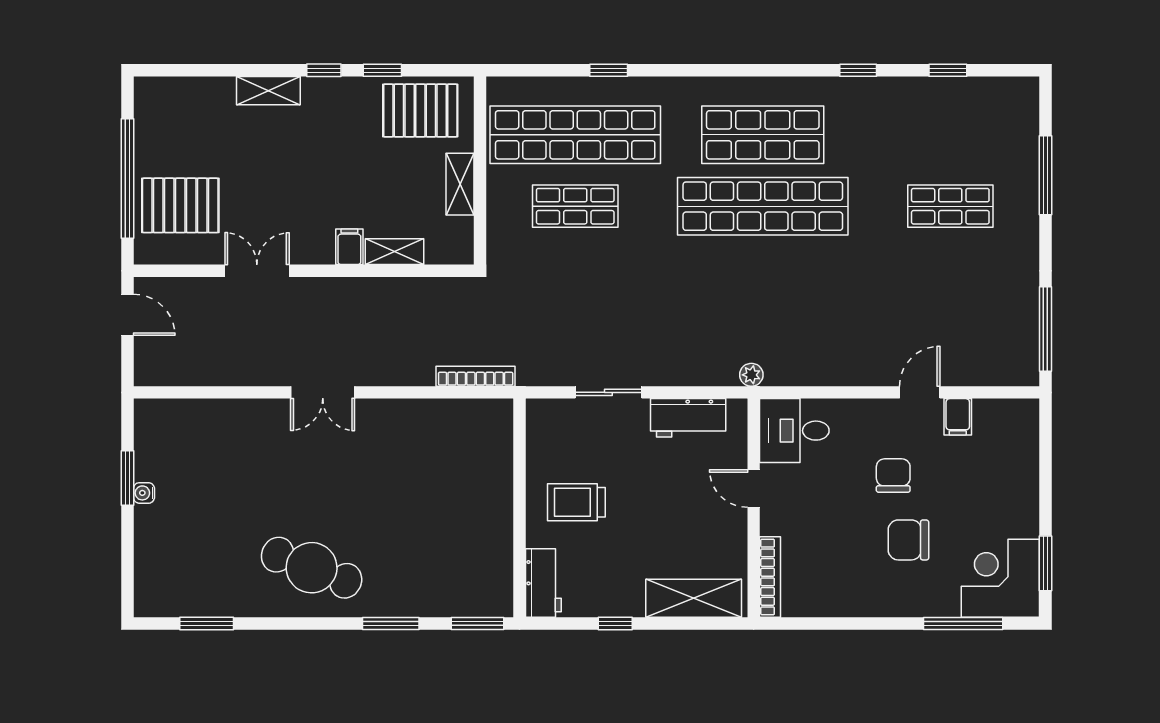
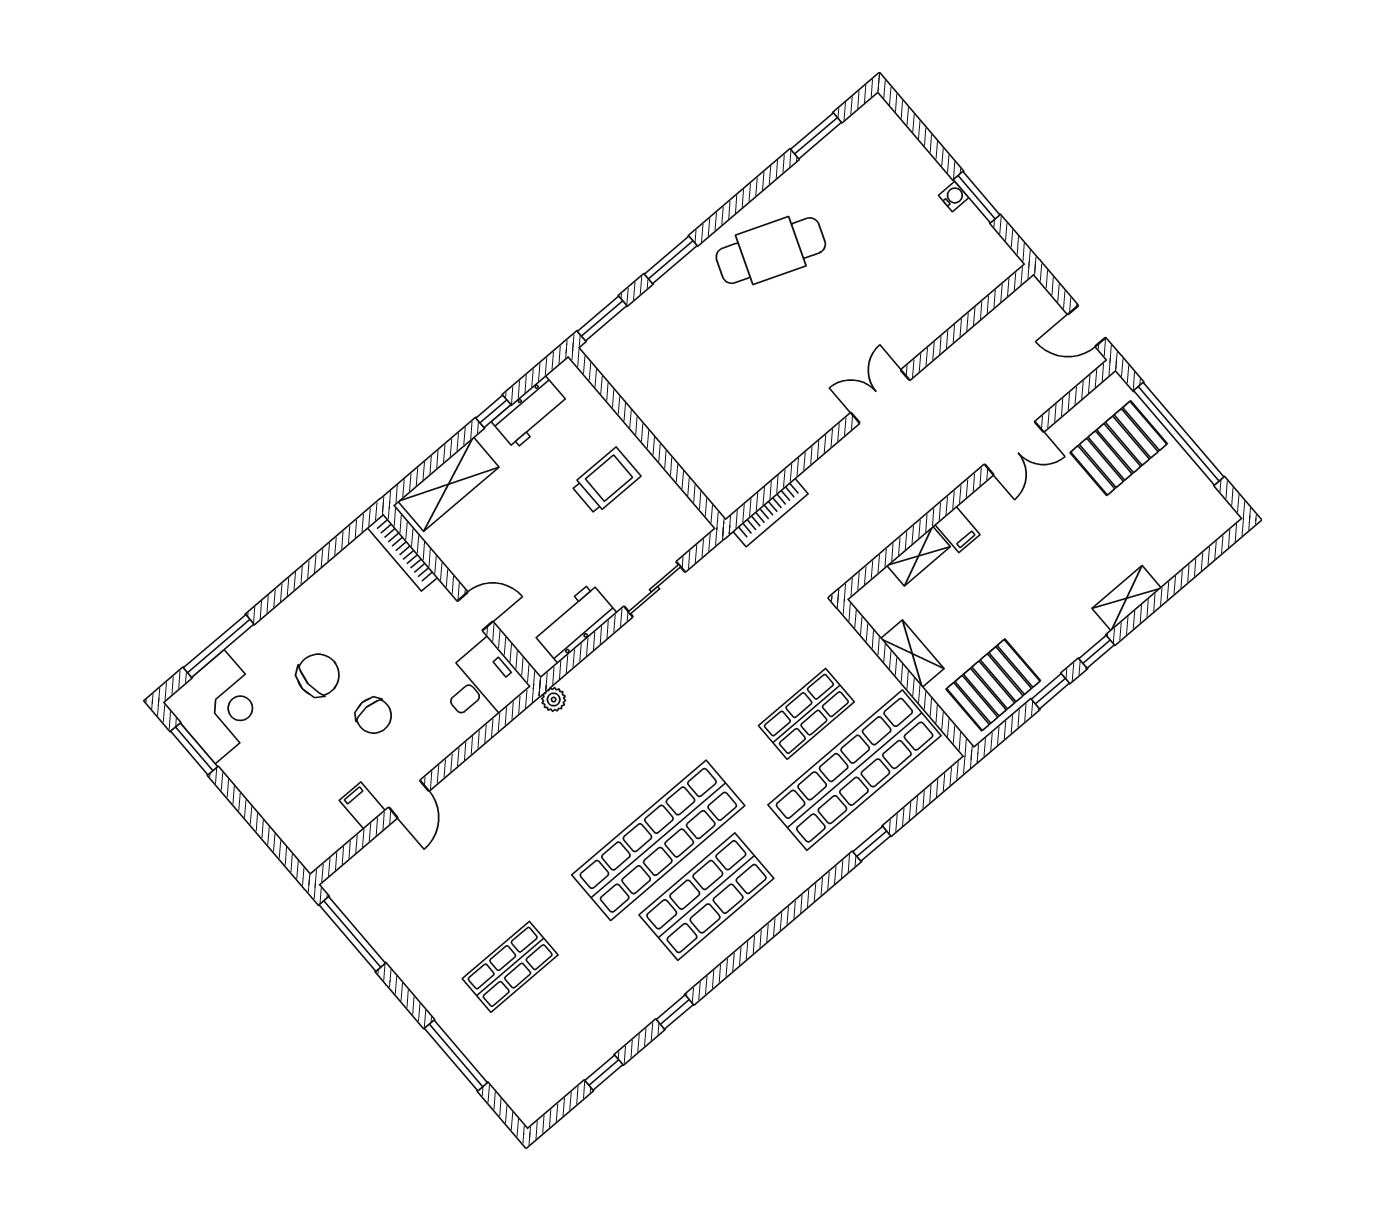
workbench: (543, 583) -> (530, 413), moved, turned -90

